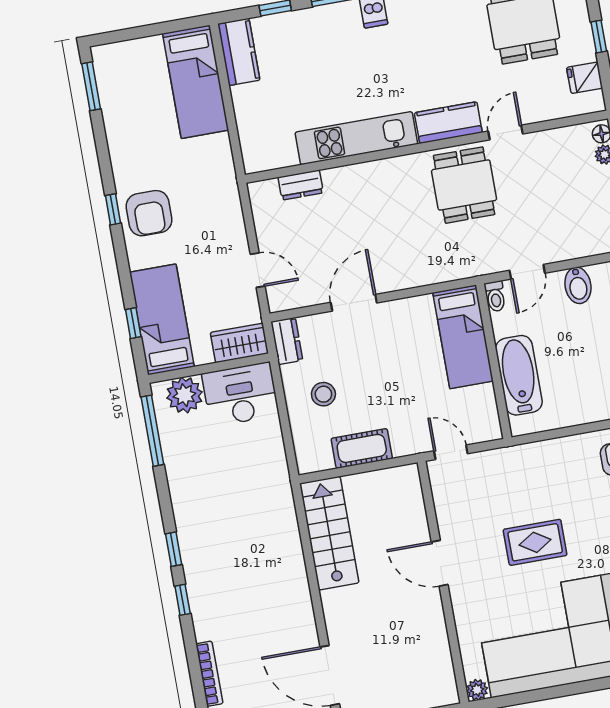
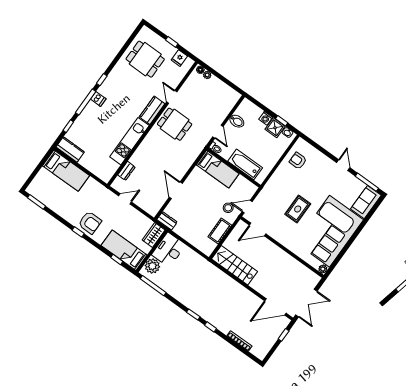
door: (258, 270) -> (125, 199), moved
stool: (323, 394) -> (228, 208), moved
door: (440, 563) -> (258, 229), moved

